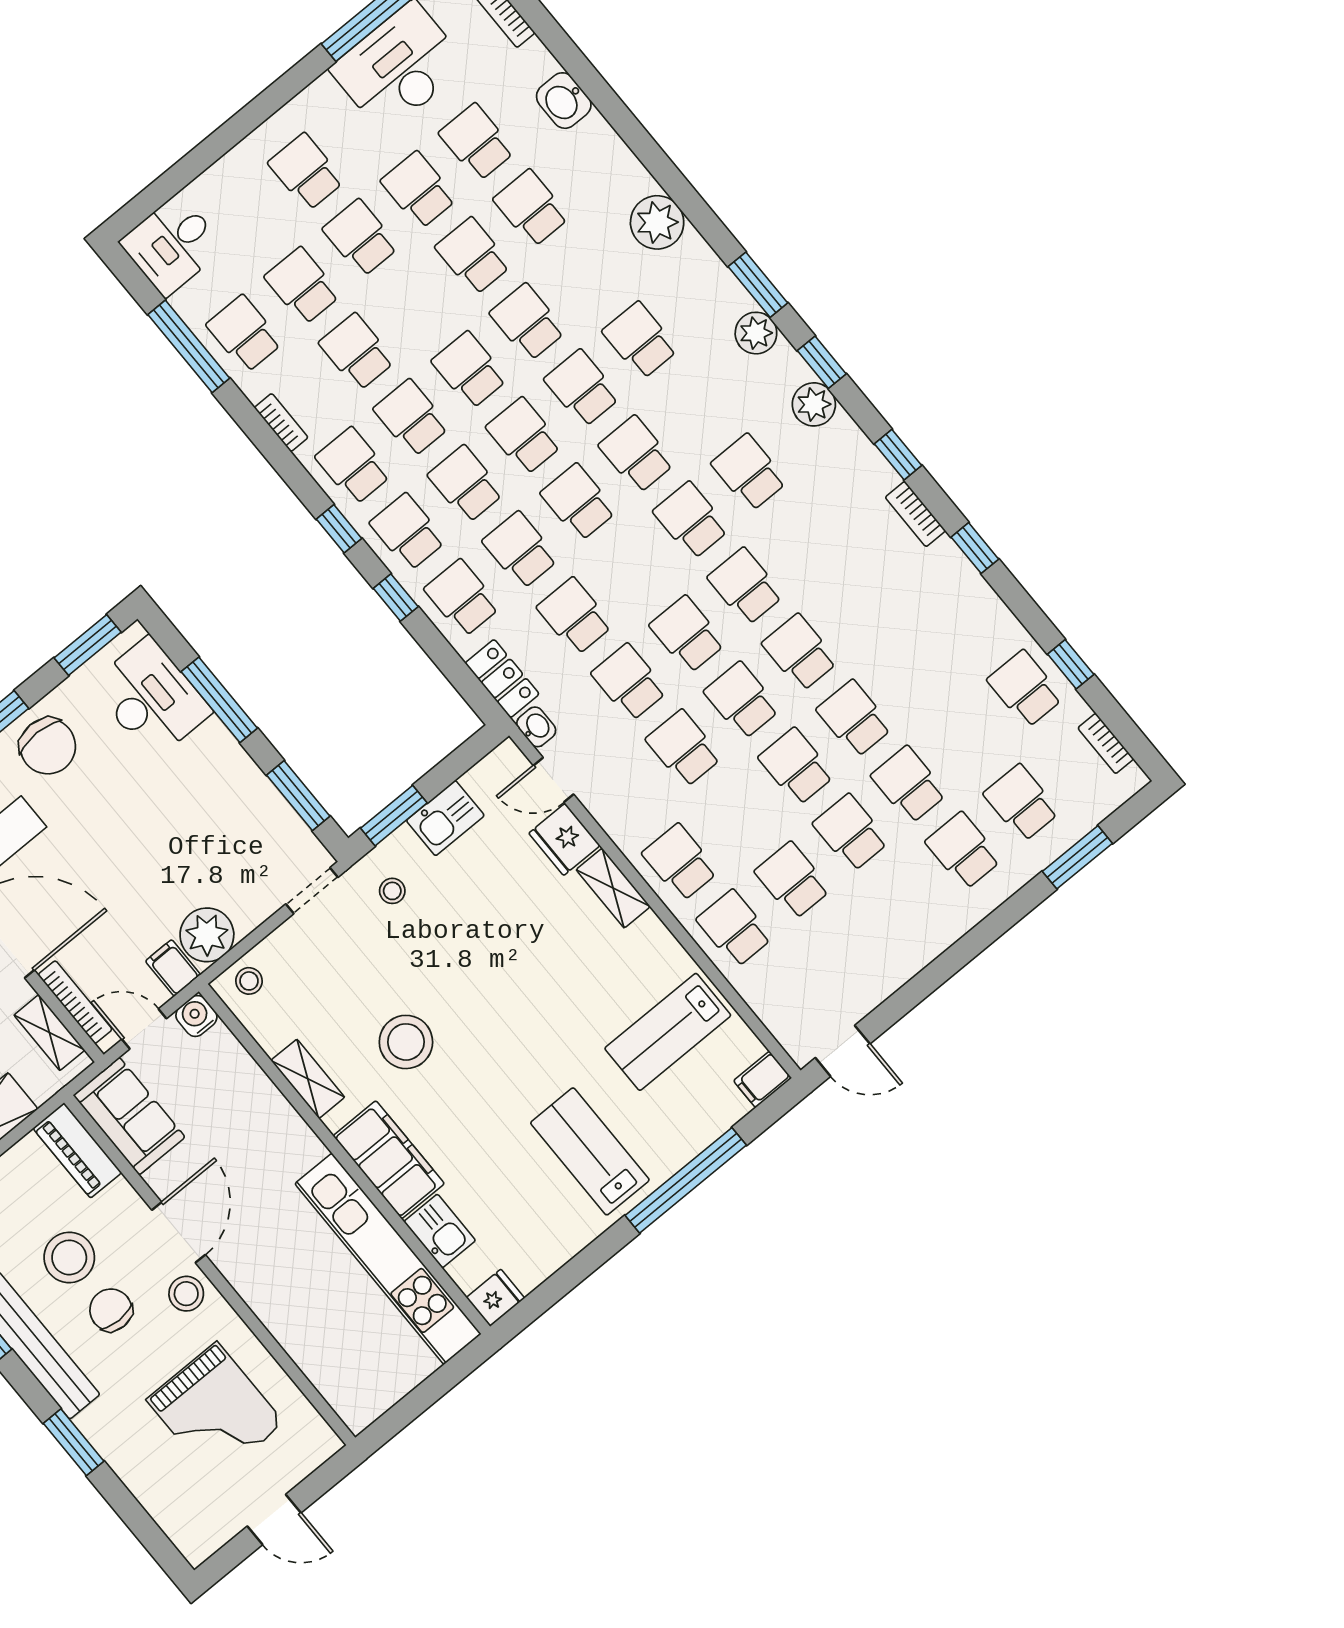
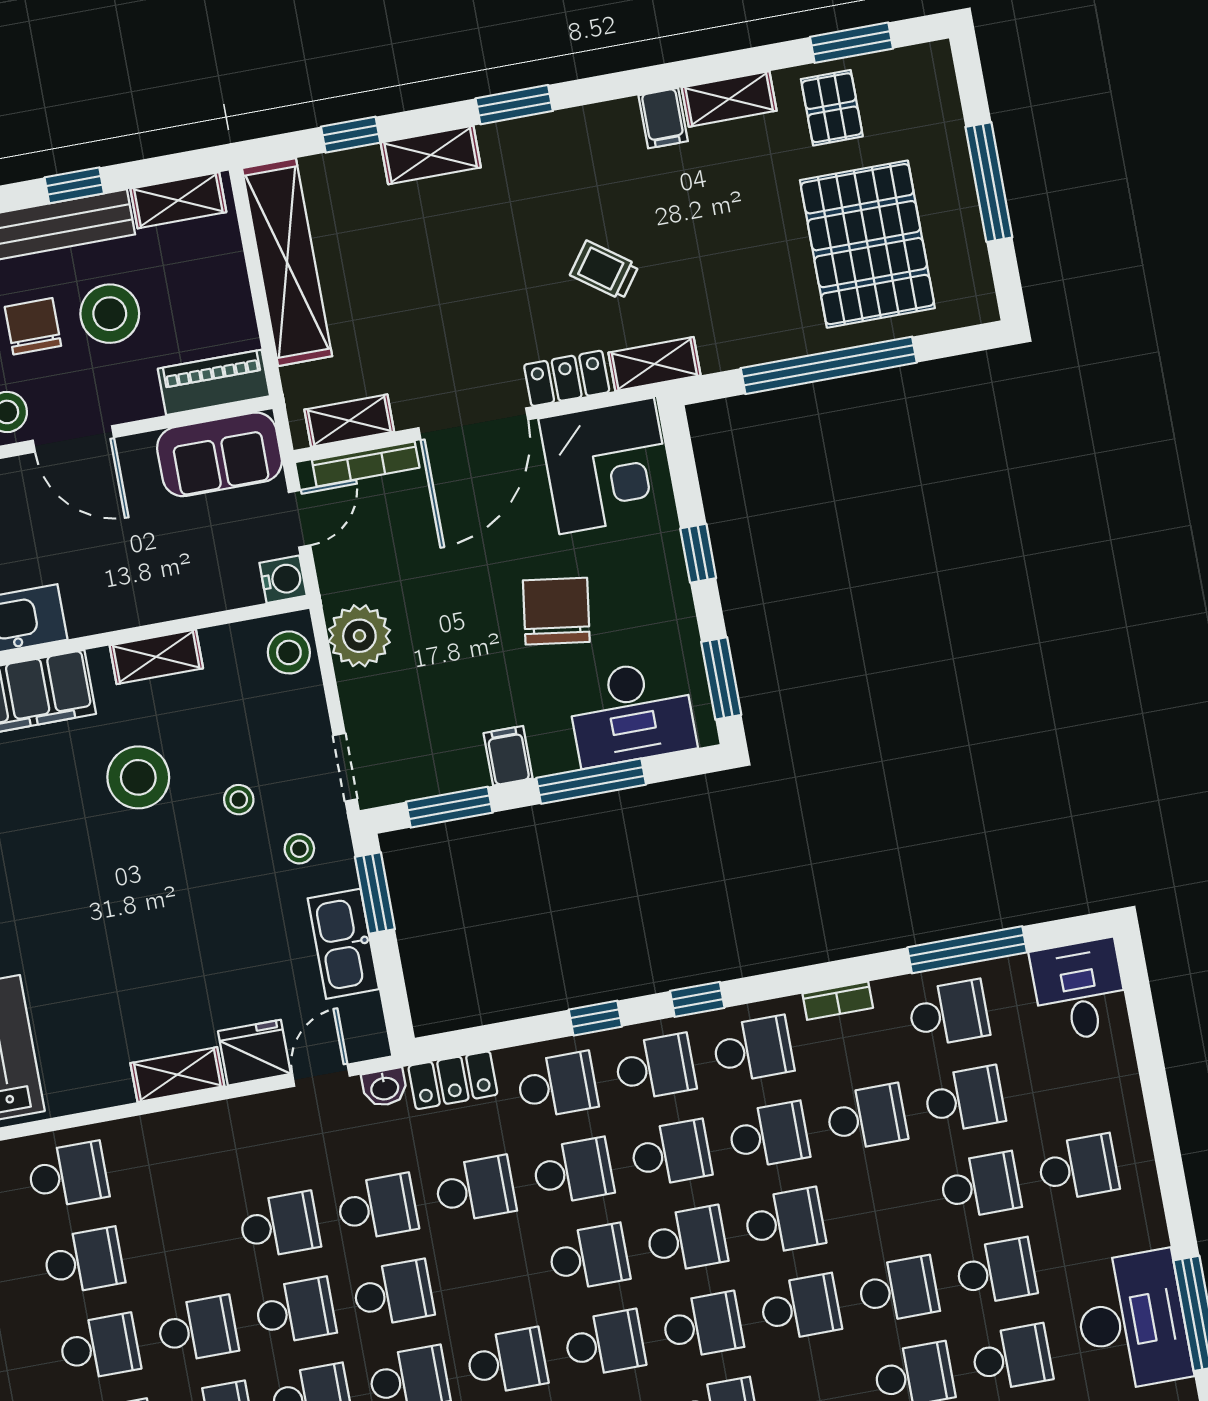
chair: (48, 746) -> (556, 611), moved, turned 98
kitchen sink: (445, 818) -> (343, 944), width x1.38
school desk: (680, 862) -> (166, 1157), removed
stool: (381, 957) -> (239, 800), added
filing cabinet: (173, 968) -> (508, 756), moved, turned -90
stool: (249, 981) -> (289, 652), width x1.37, depth x1.37
chair: (111, 1310) -> (33, 326), turned -90

